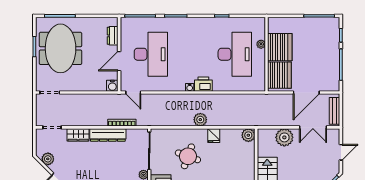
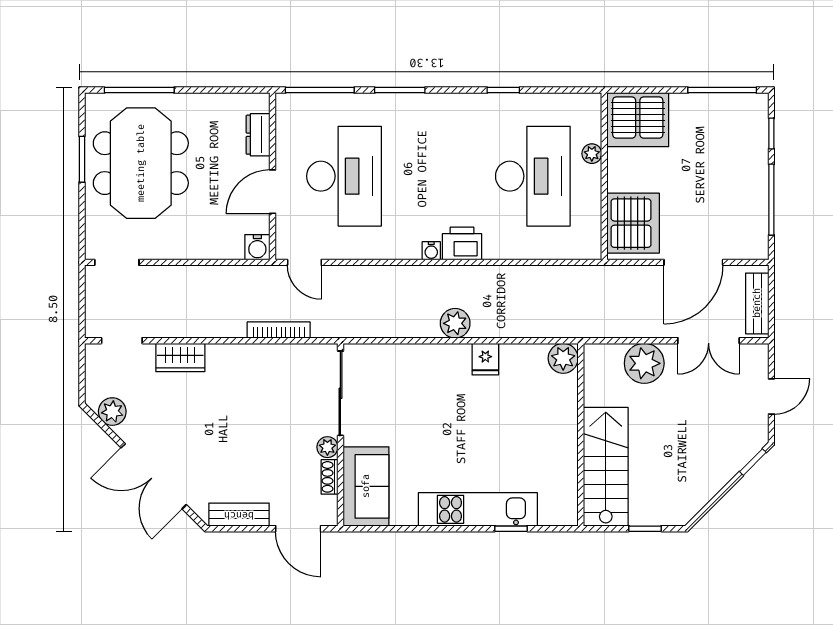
server rack: (280, 47) -> (638, 120), moved, turned 90
dresser: (108, 135) -> (247, 358), removed
round table: (188, 156) -> (427, 406), removed

